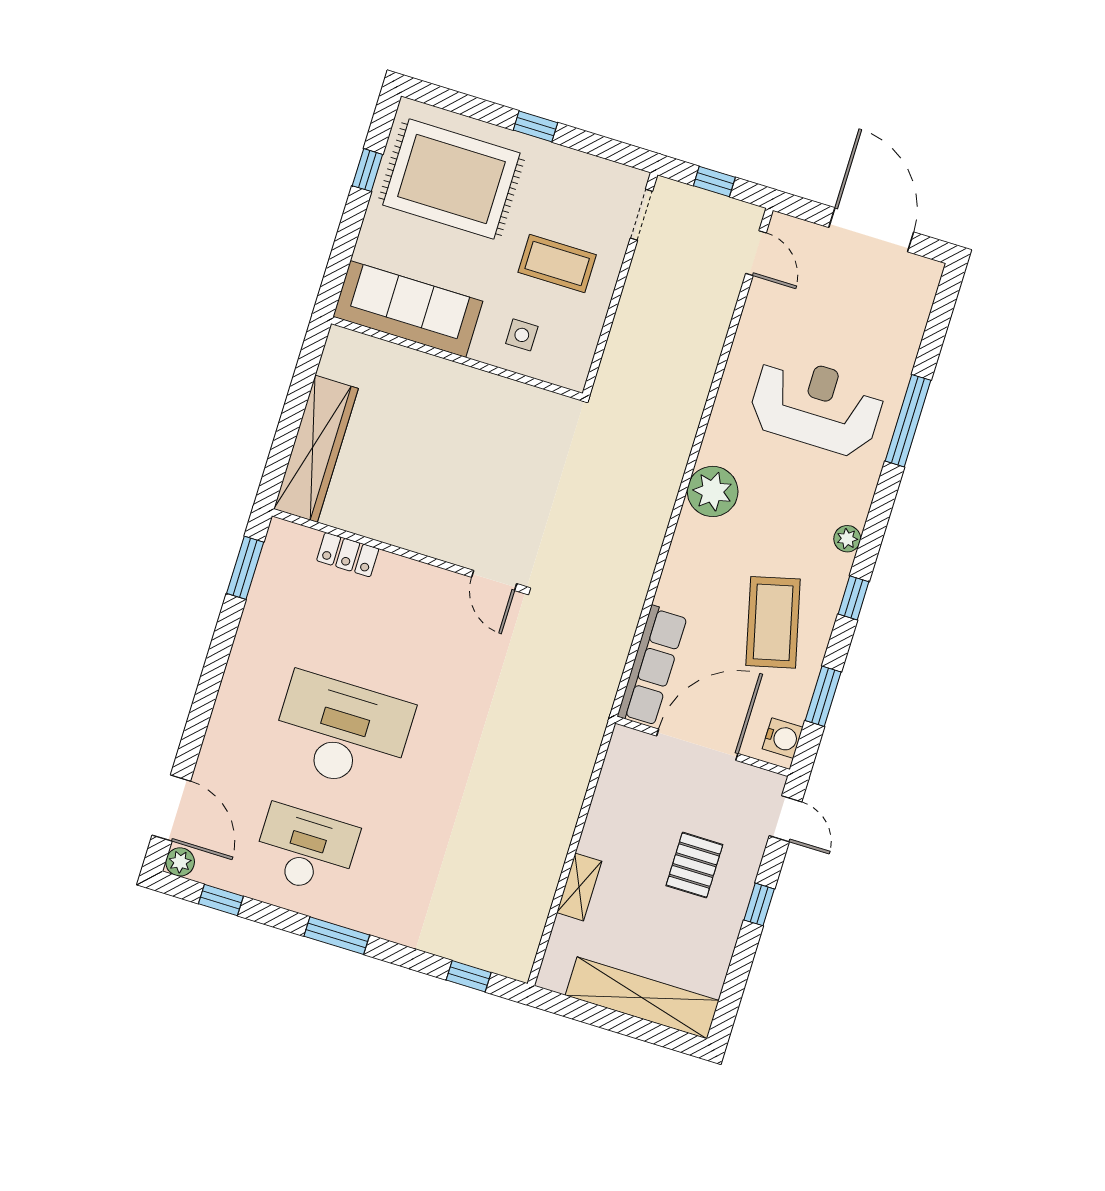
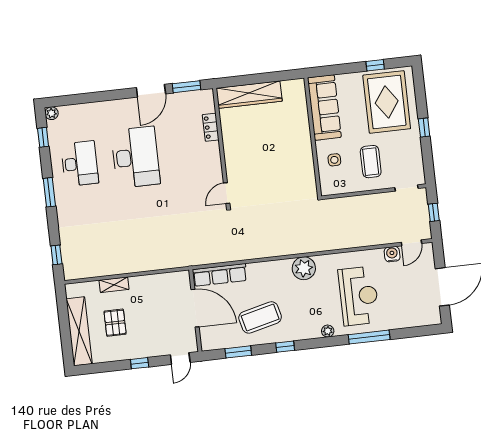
plant: (847, 539) -> (328, 331), moved
water cooler: (783, 738) -> (392, 254), moved, turned 180
door: (171, 808) -> (151, 91), moved
pallet: (694, 865) -> (115, 323), moved, turned 90

